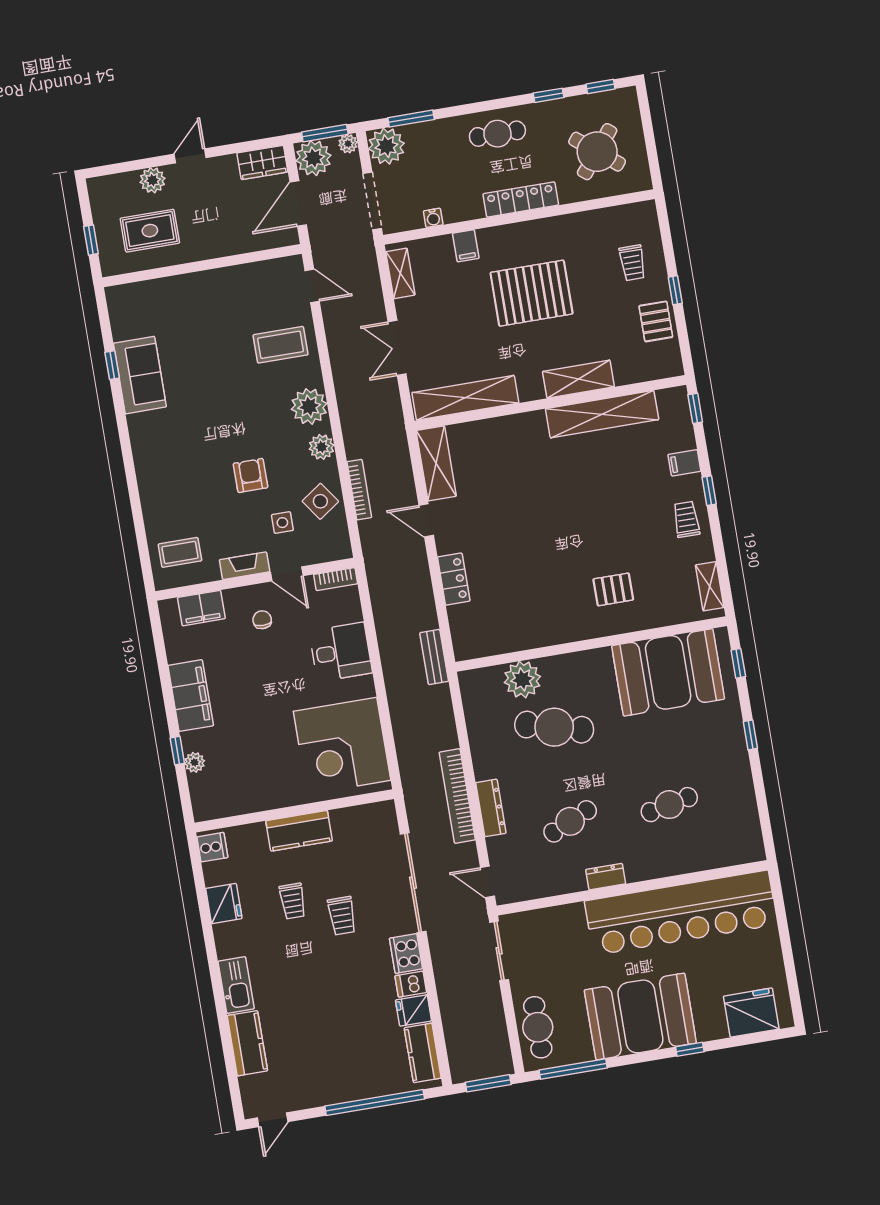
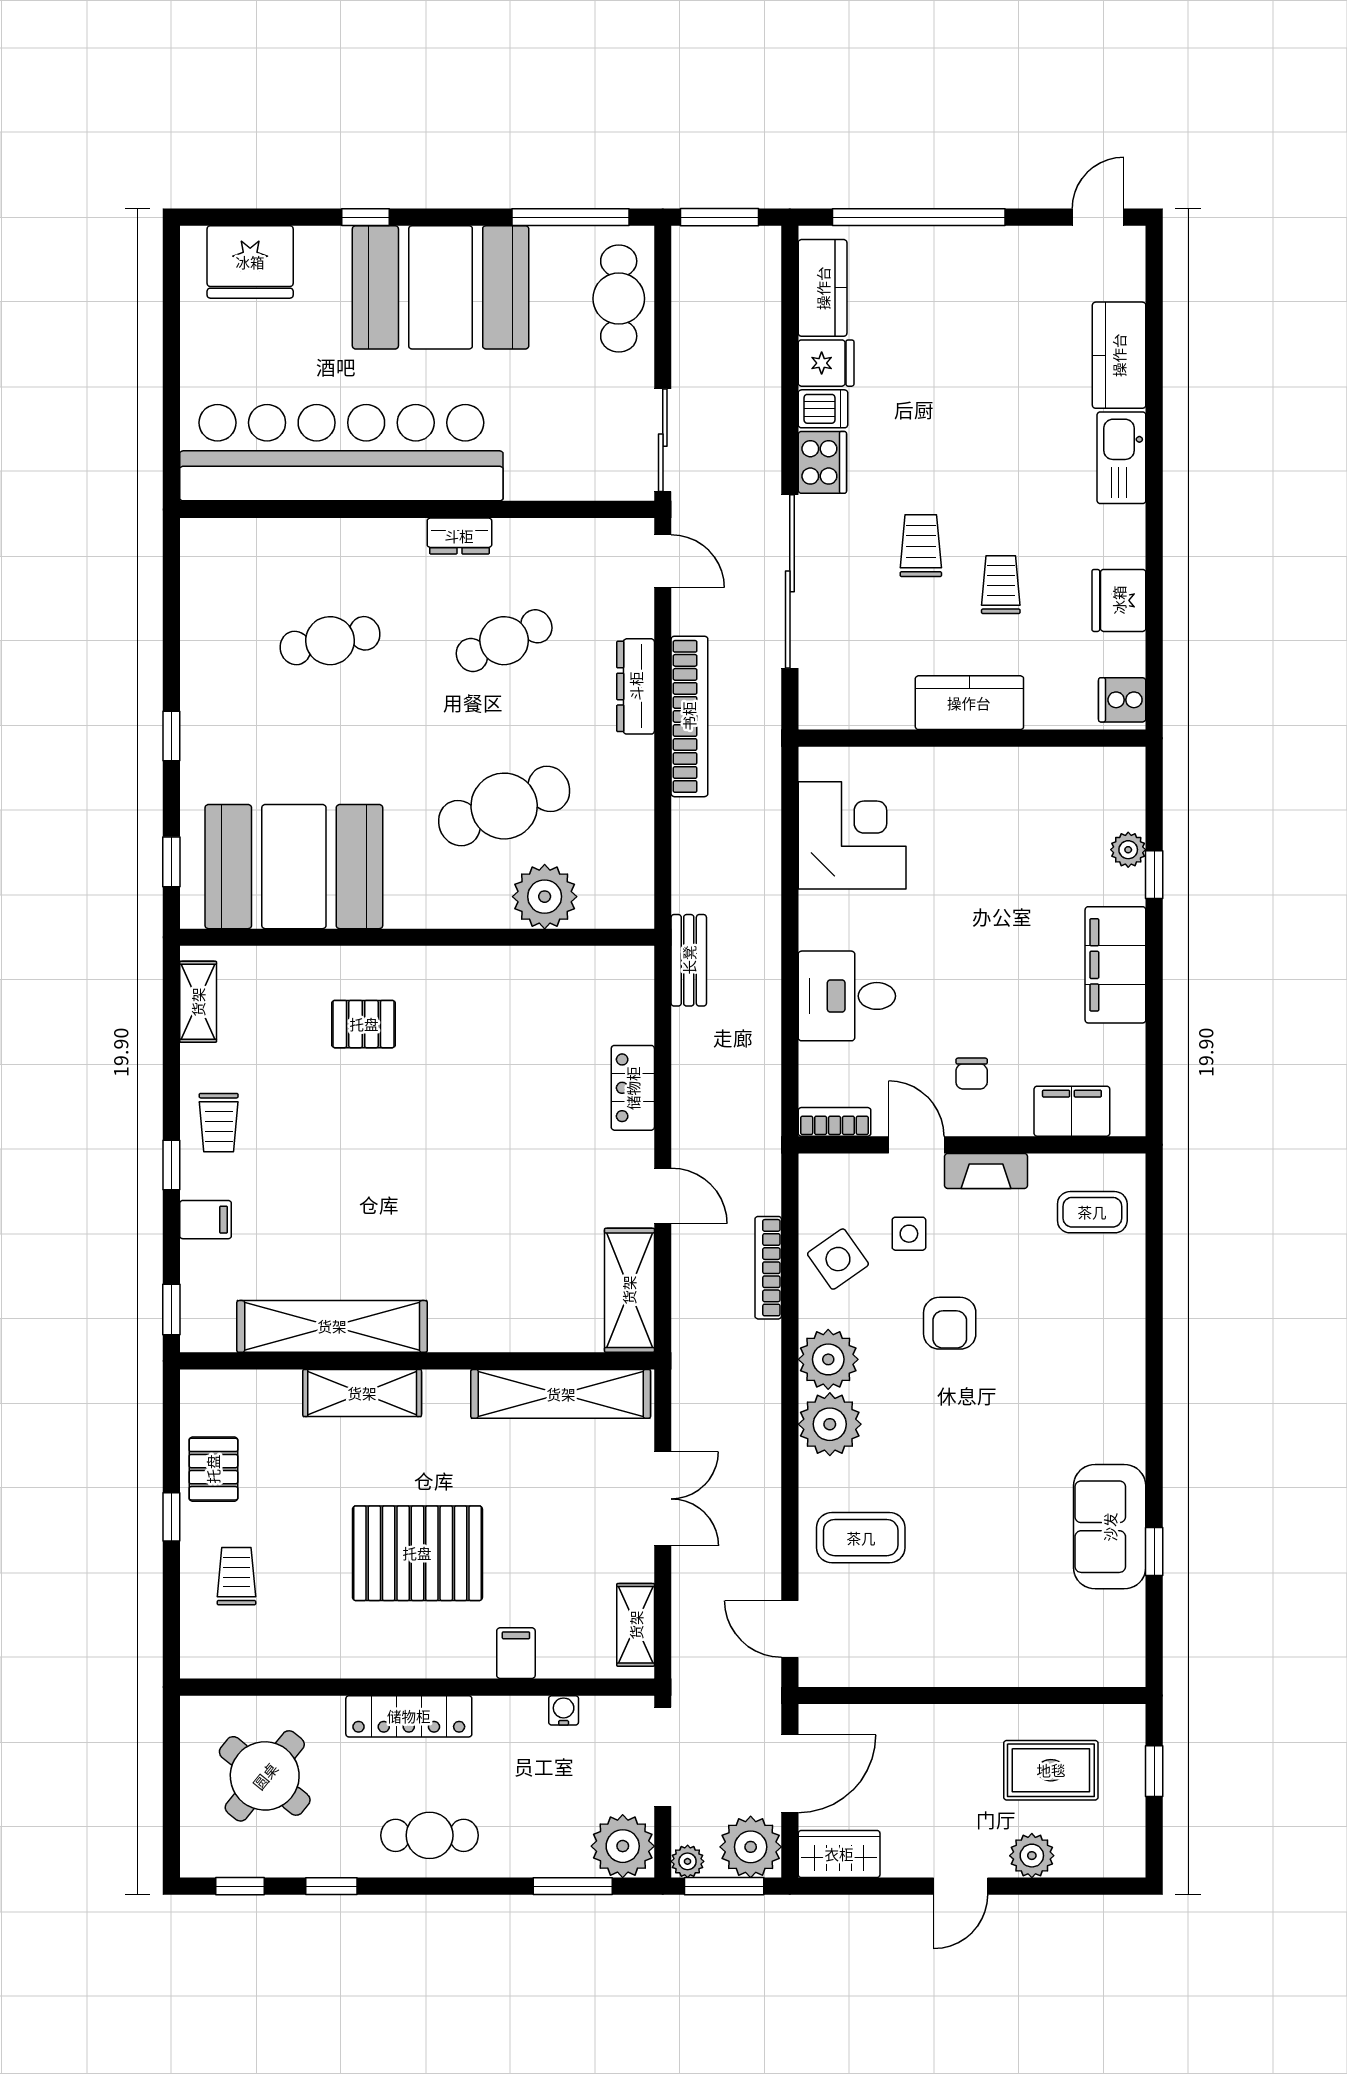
plant: (322, 447) -> (828, 1359), width x1.36, depth x1.36
cafe table: (554, 727) -> (504, 806), turned -36
corner desk: (342, 746) -> (852, 835), width x0.74, depth x0.74

